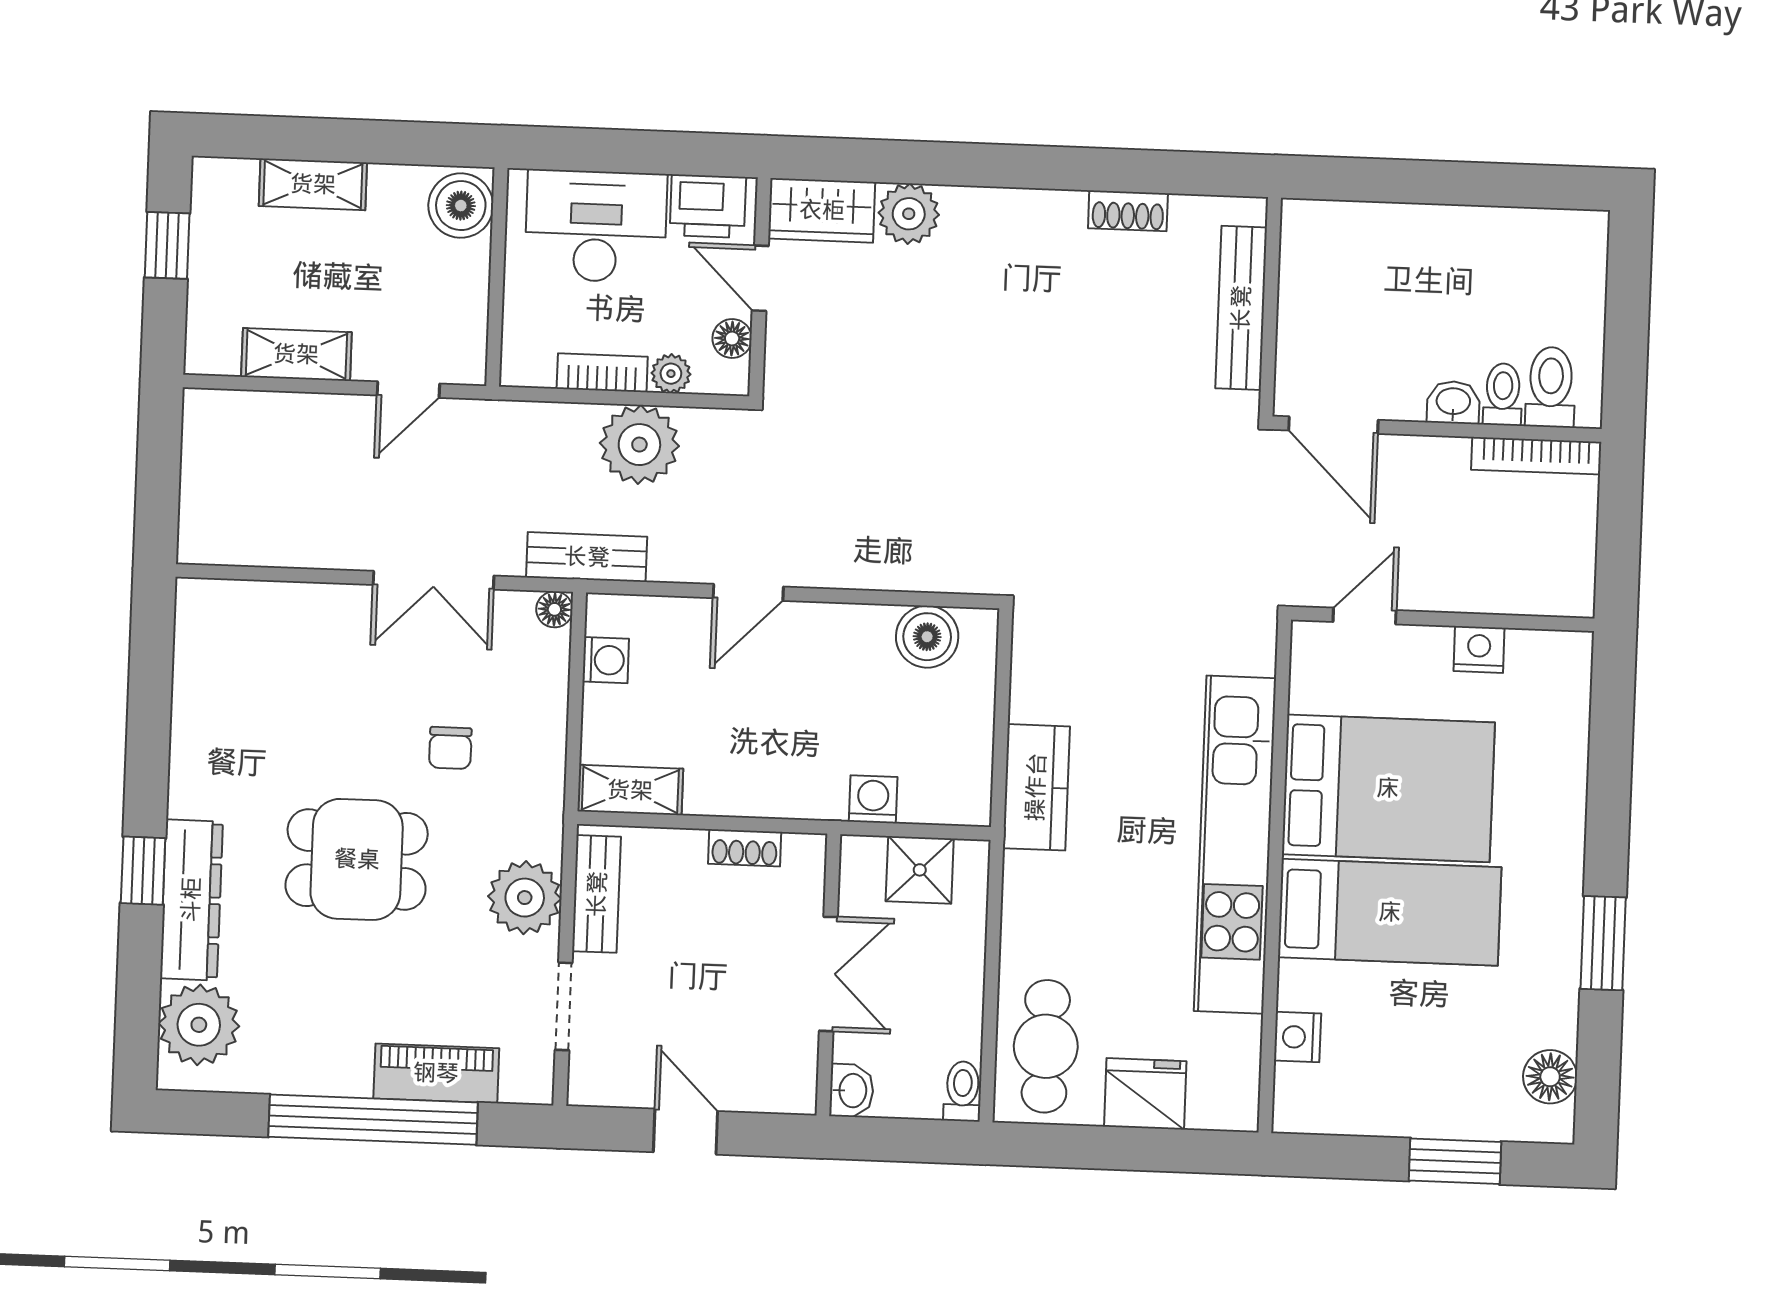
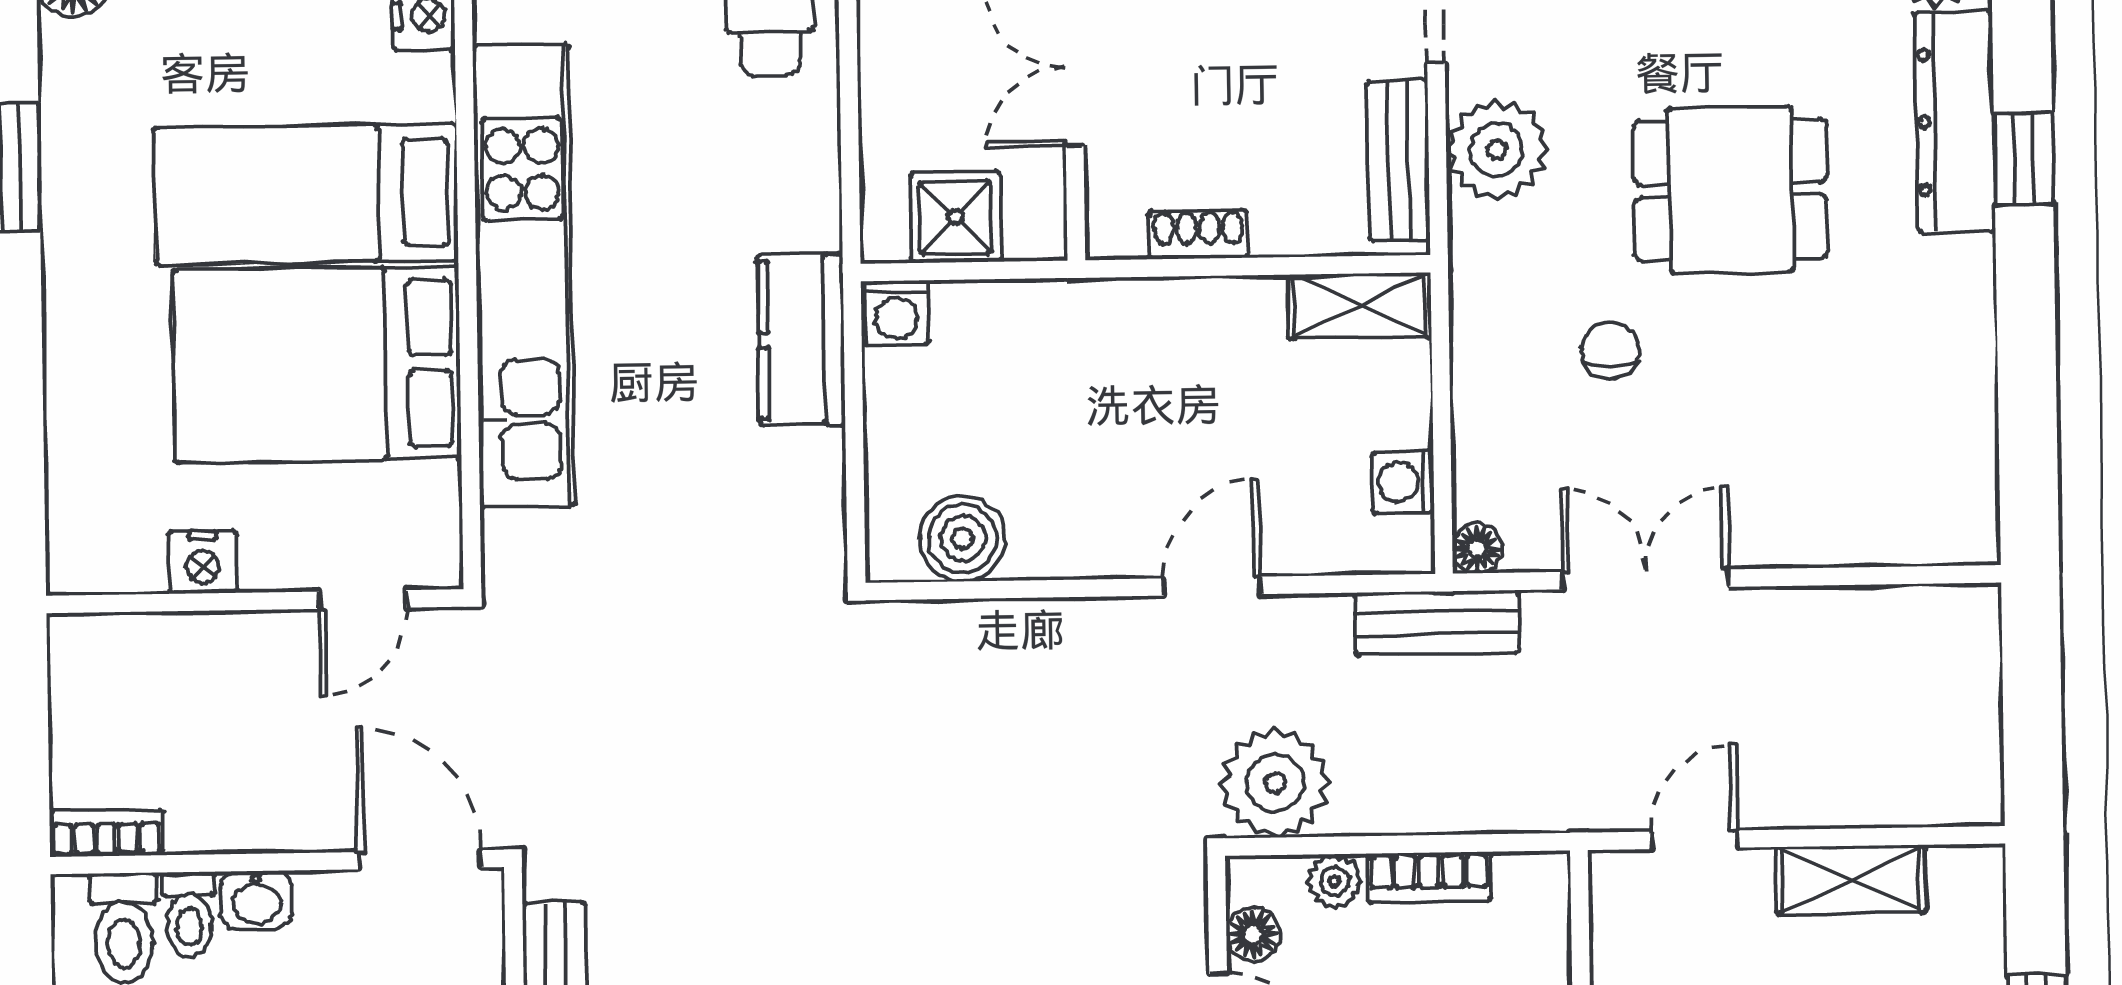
plant: (639, 445) -> (1275, 783), moved
bookcase: (1536, 456) -> (107, 833), width x0.64
washing machine: (873, 799) -> (896, 313), moved

